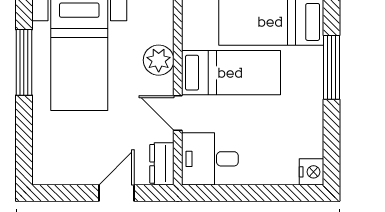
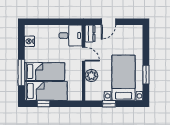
window: (24, 62) -> (146, 75), width x0.69
bed: (231, 73) -> (45, 72), moved, turned 180
nightstand: (312, 172) -> (29, 41), moved

